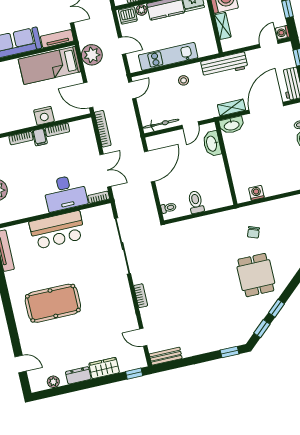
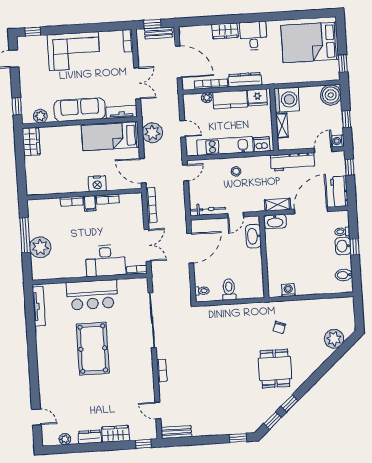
dishwasher: (128, 15) -> (262, 144), moved, turned 180
workbench: (224, 65) -> (293, 162), moved
pool table: (53, 303) -> (93, 349), moved, turned 90

